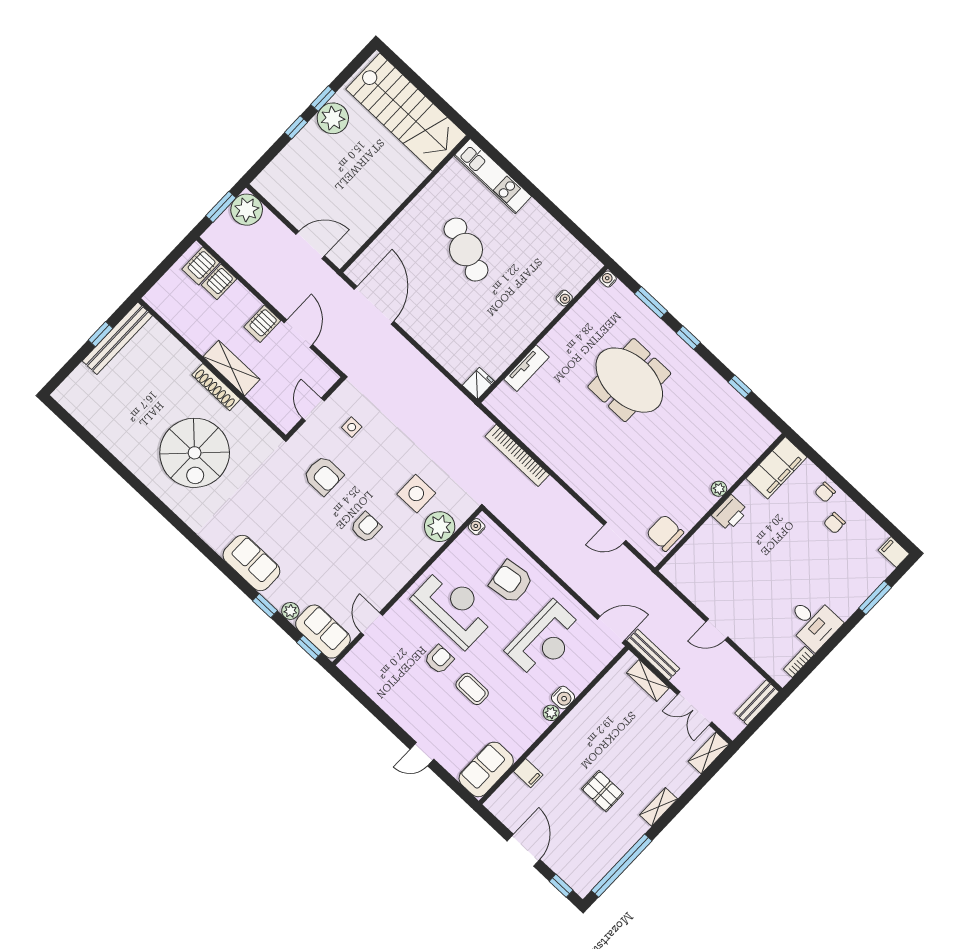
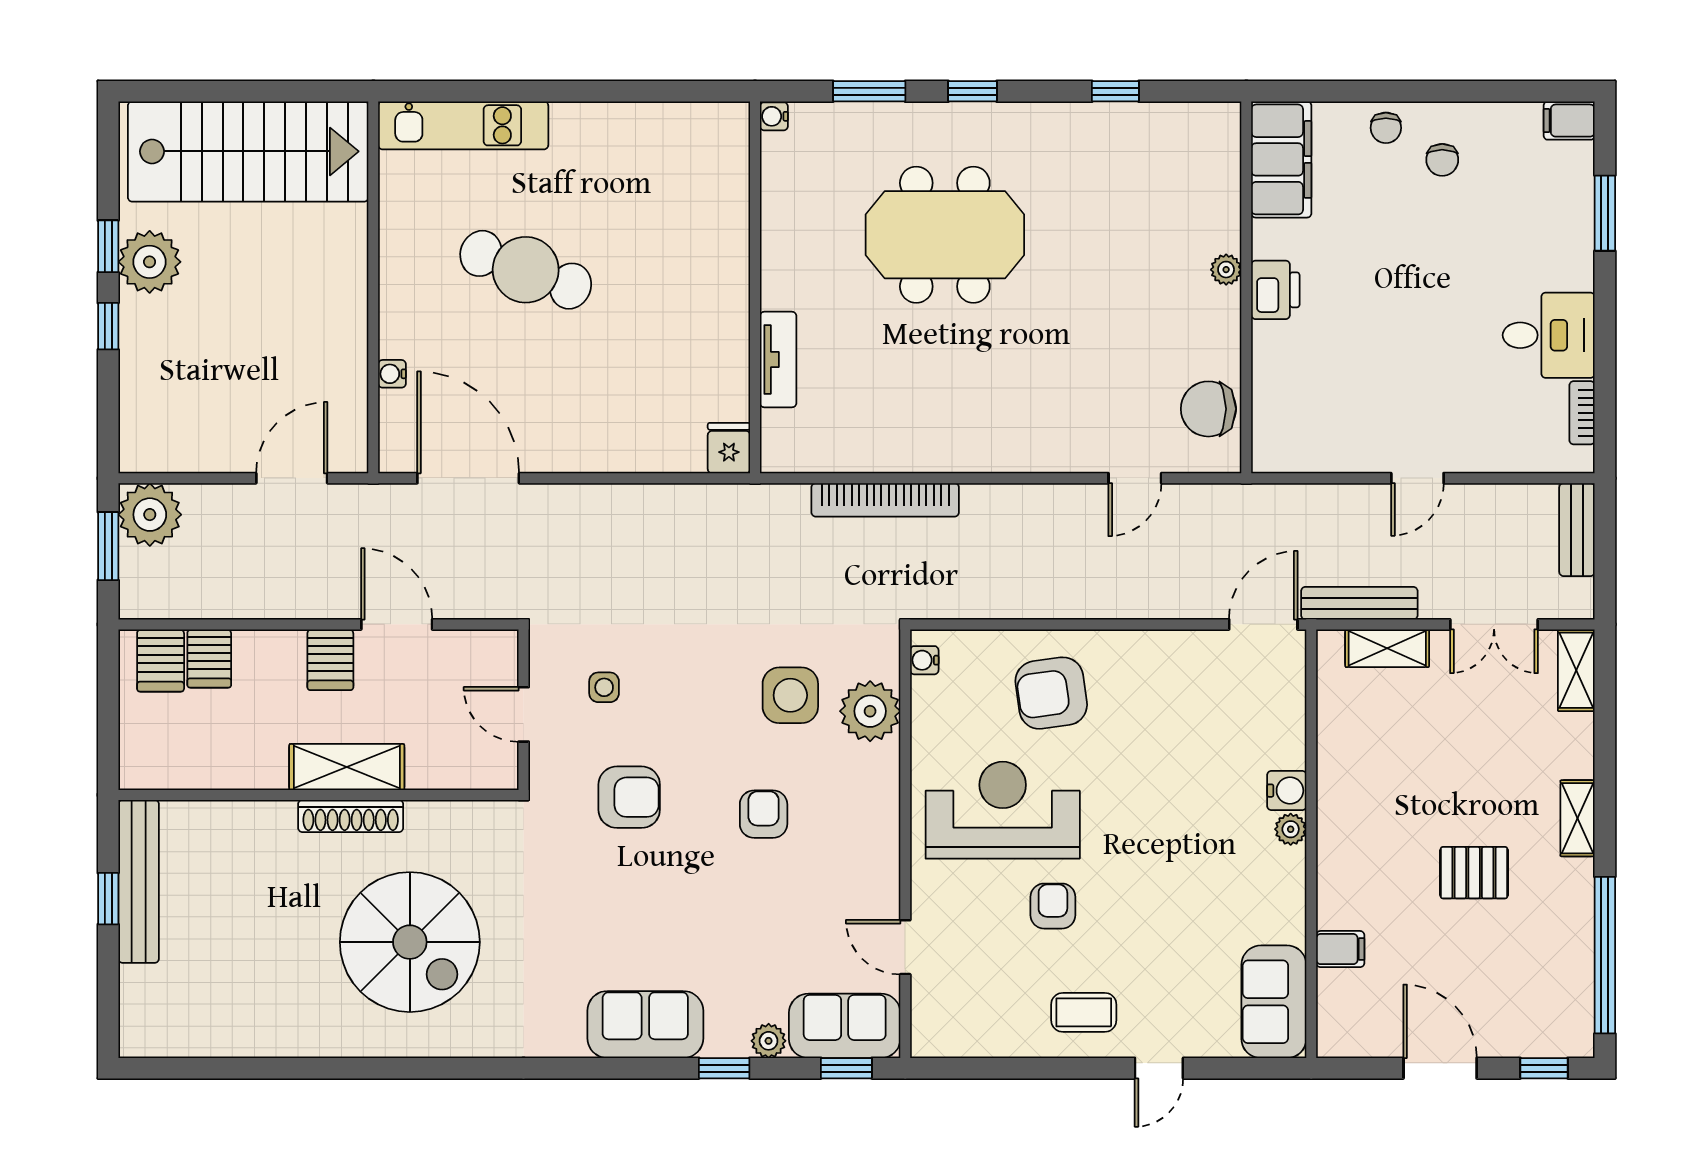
water cooler: (564, 298) -> (392, 374), moved, turned 180
reception desk: (545, 640) -> (1181, 731), removed
coffee table: (472, 689) -> (1084, 1012), moved

